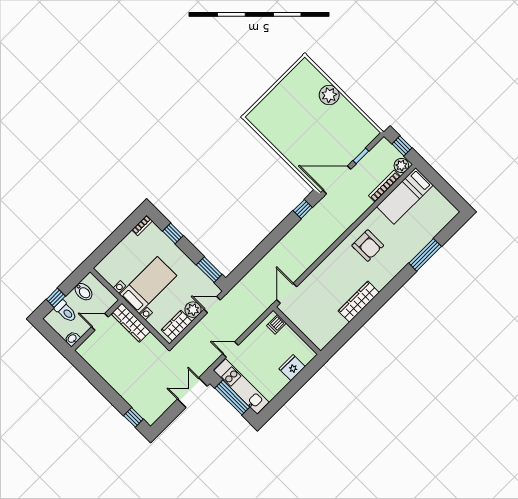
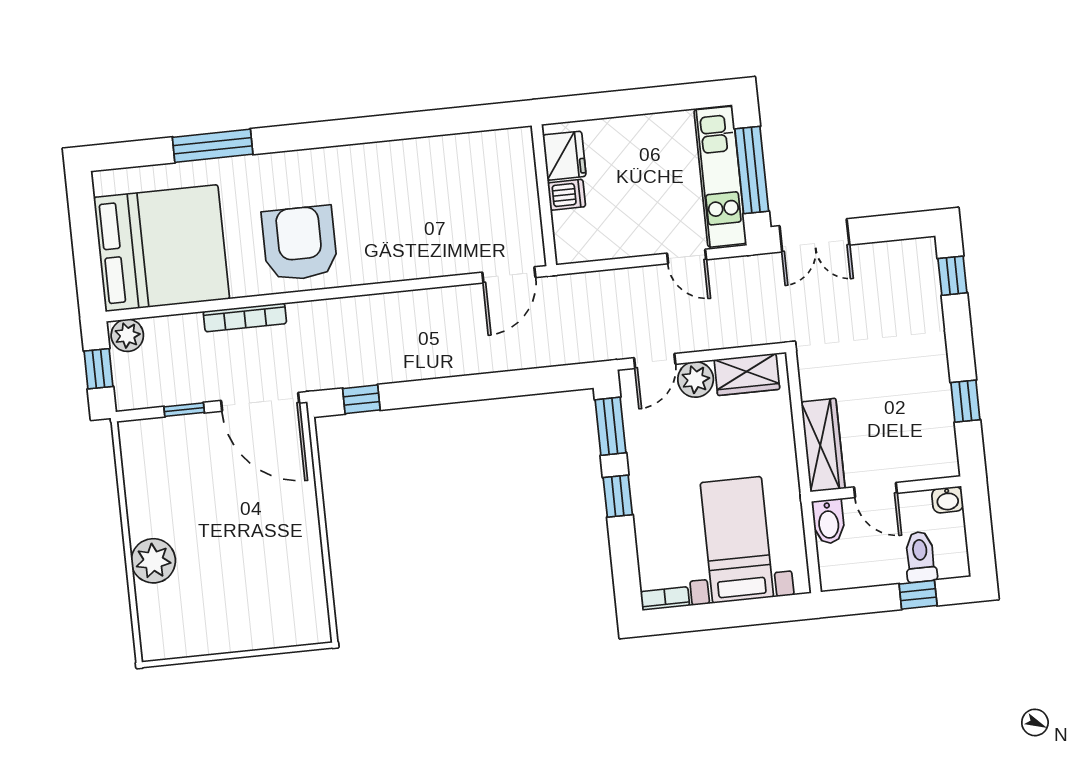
bookcase: (384, 186) -> (245, 317), moved
bed: (405, 196) -> (162, 248), width x2.04
window: (173, 233) -> (618, 496), moved
armchair: (368, 246) -> (300, 243), width x1.36, depth x1.36
bed with nightstands: (148, 285) -> (737, 540), moved, turned 90
bidet: (83, 292) -> (828, 521), moved, turned 180
wardrobe: (359, 302) -> (395, 158), removed
door: (212, 305) -> (655, 361), hinge flipped
dishwasher: (276, 324) -> (567, 195), moved
fridge: (292, 368) -> (564, 156), moved, turned -90
window: (94, 378) -> (965, 401), added

